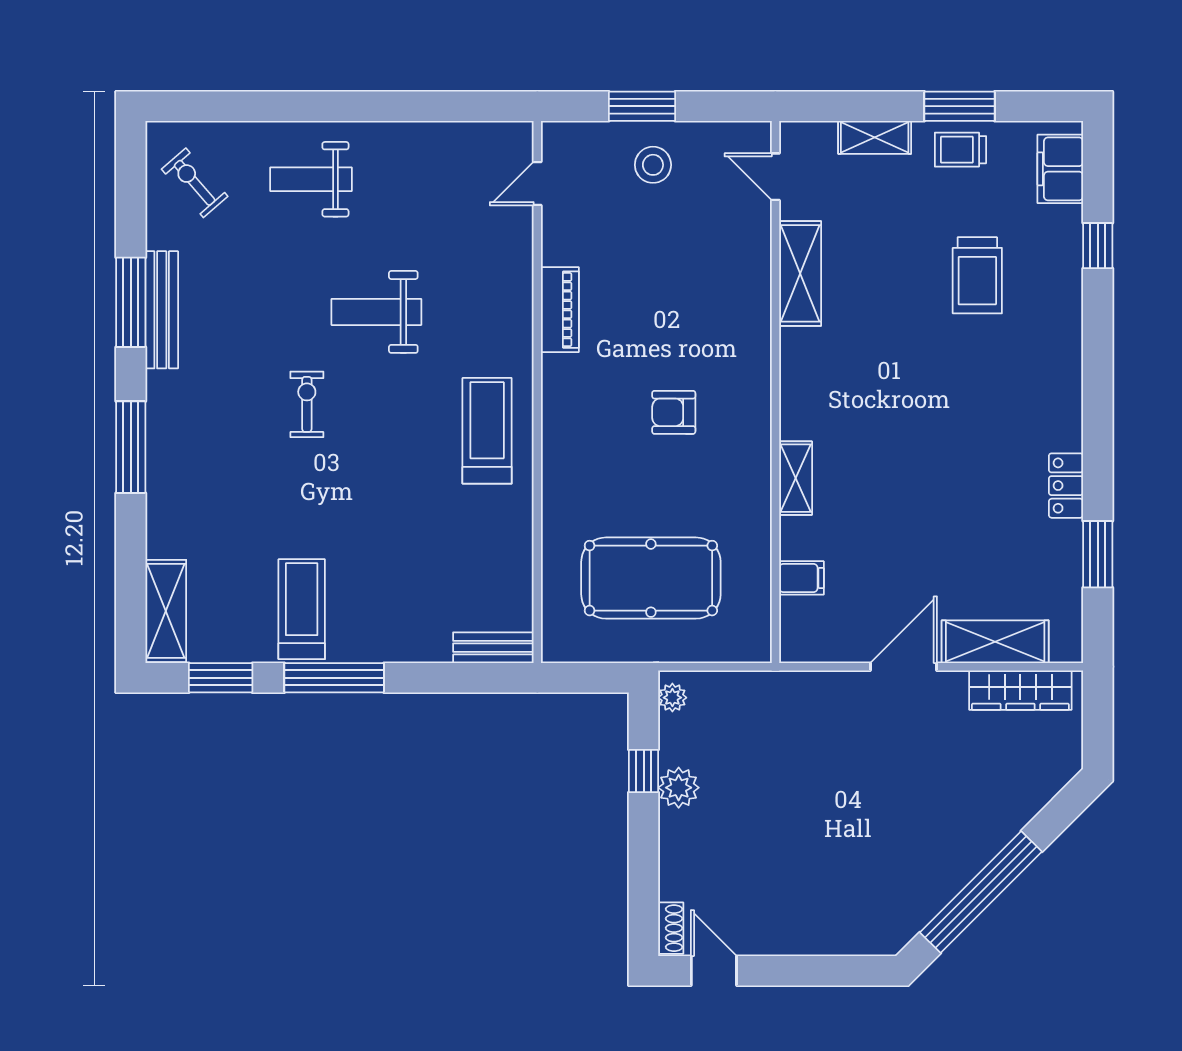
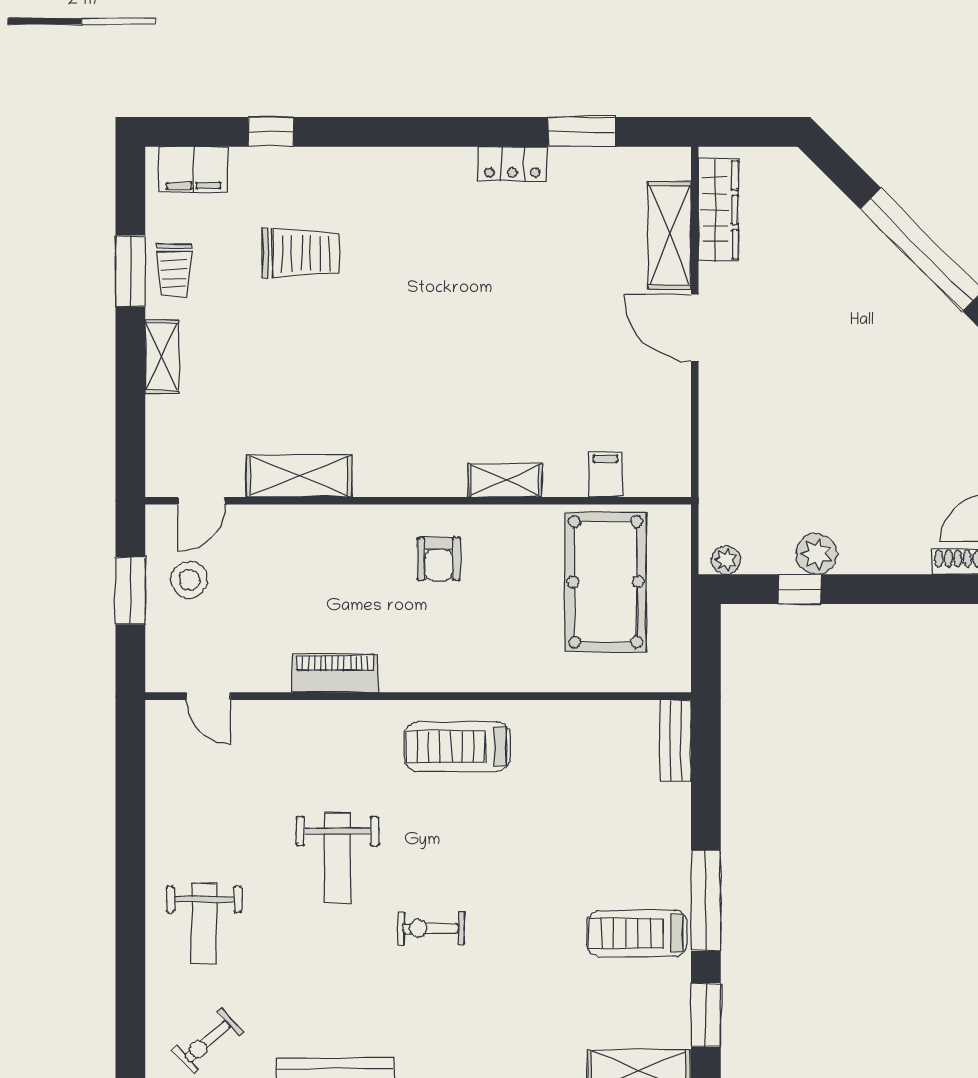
door: (775, 177) -> (202, 501), moved
shelving: (800, 273) -> (299, 476), moved
wall: (775, 392) -> (418, 501), moved
shelving: (796, 478) -> (505, 480), moved
filing cabinet: (801, 578) -> (605, 474), moved

